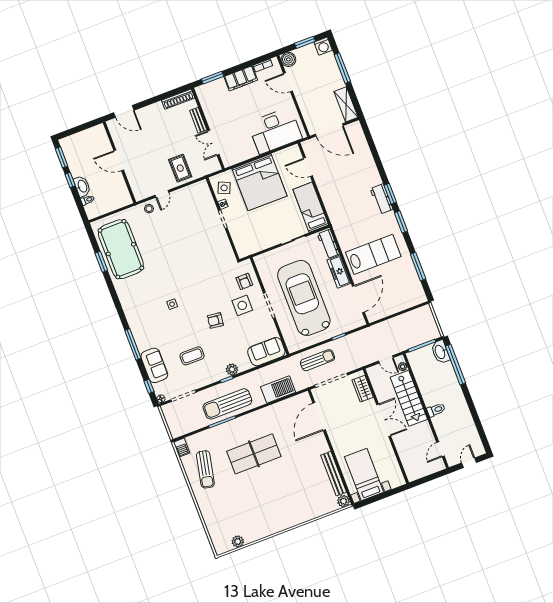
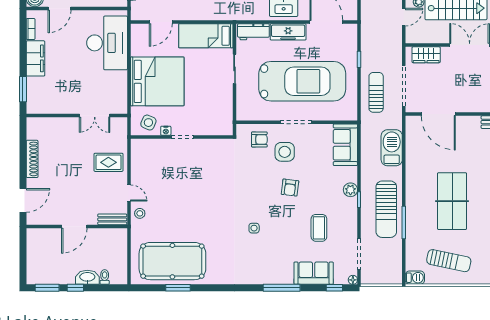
shoe rack: (178, 99) -> (32, 159), moved
bench: (198, 120) -> (112, 219), moved
car: (304, 298) -> (302, 81), turned 180

